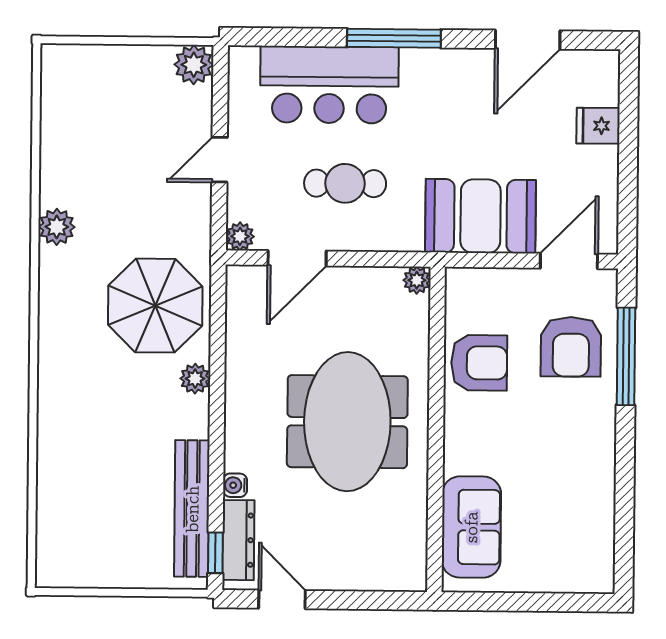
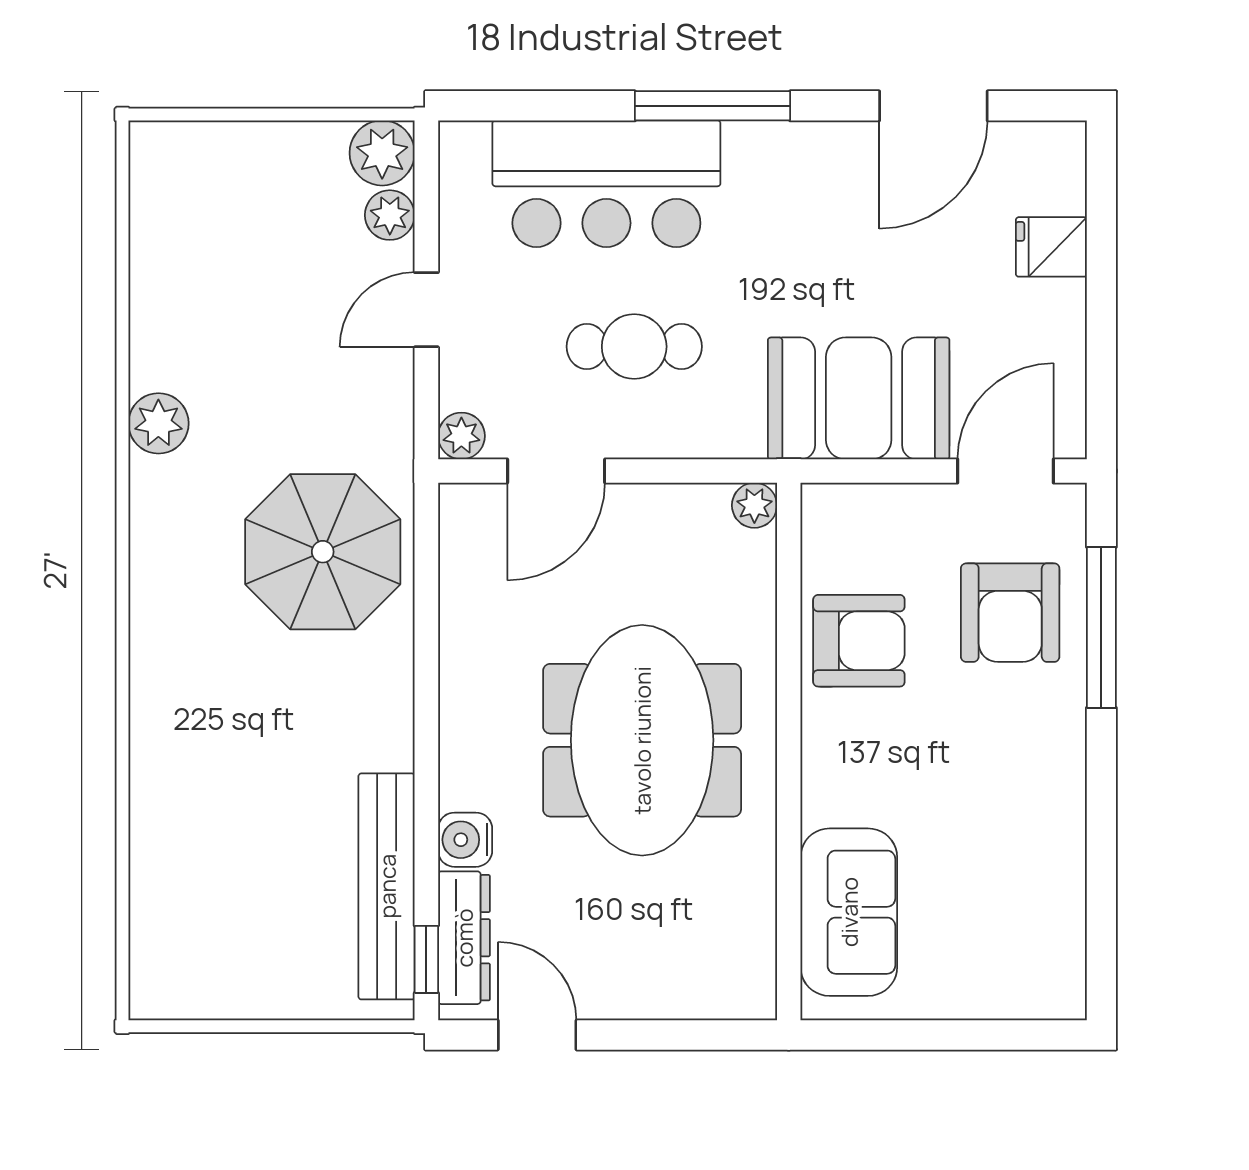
plant: (195, 379) -> (390, 215), moved
water cooler: (235, 485) -> (465, 840), width x1.38, depth x1.38

